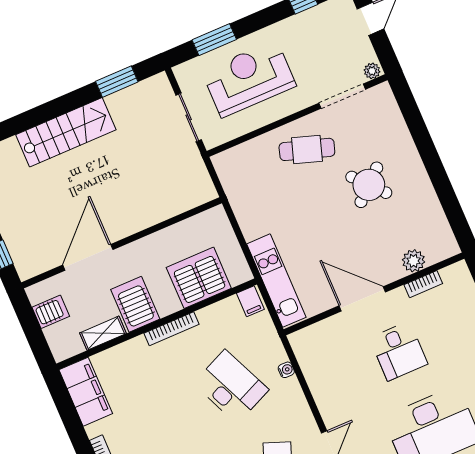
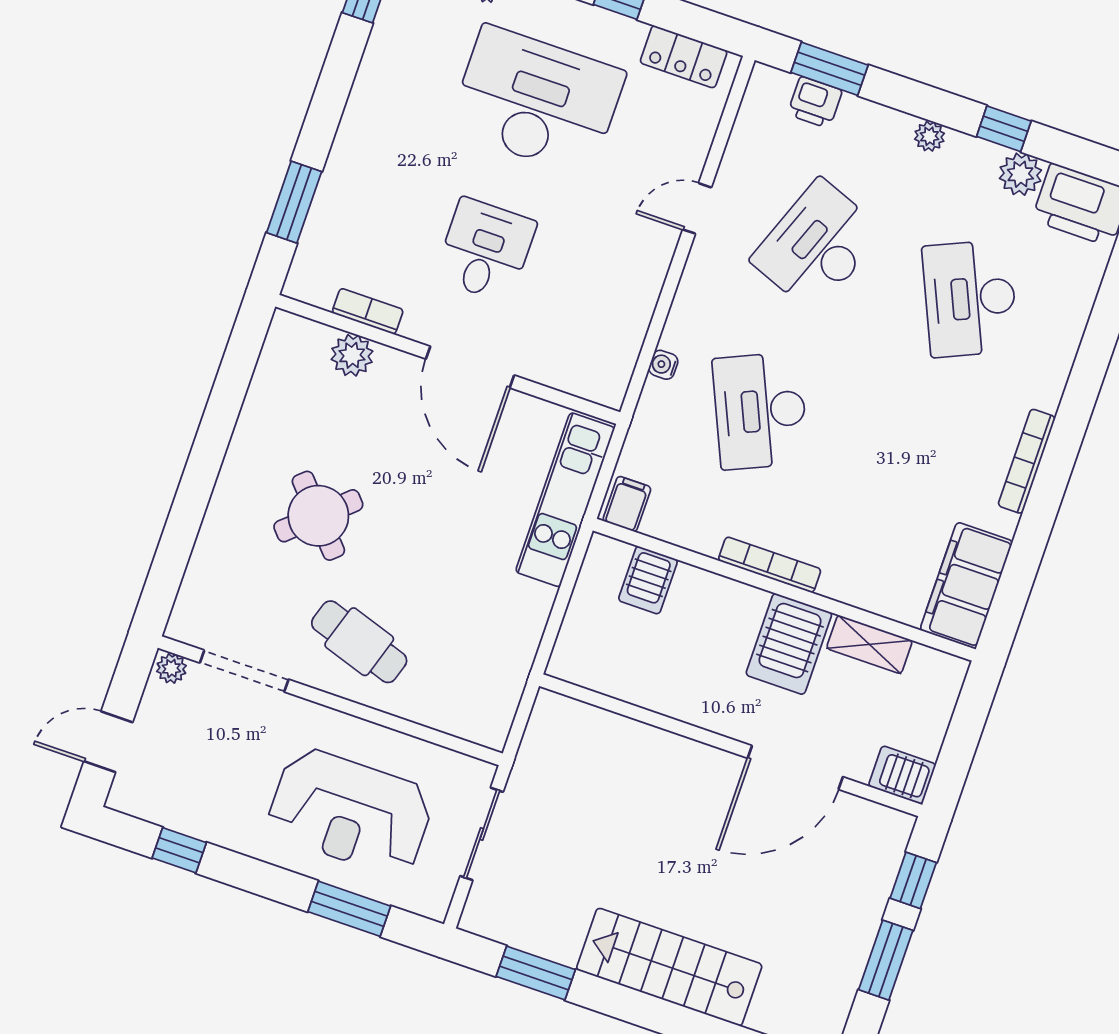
server rack: (199, 278) -> (648, 580), width x0.46, depth x0.70
server rack: (51, 312) -> (902, 775), moved

